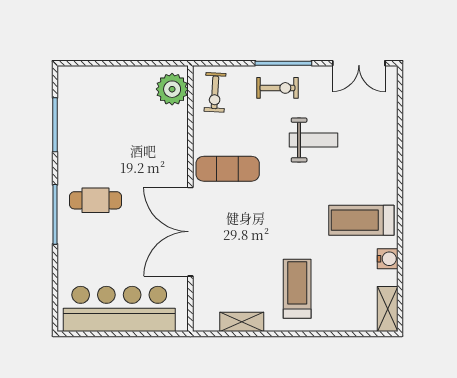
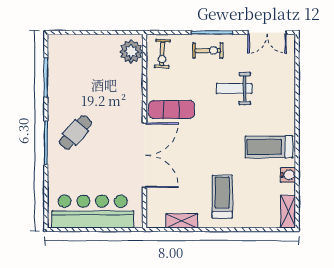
weight bench: (314, 140) -> (234, 88), turned 180
cafe table: (96, 200) -> (75, 132), turned -48
double door: (190, 232) -> (144, 155), swing flipped

